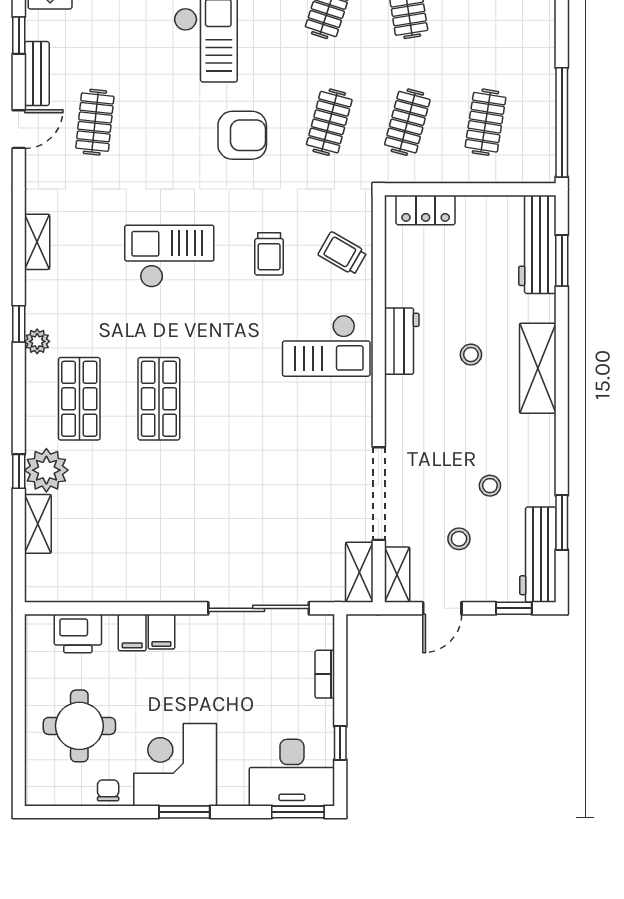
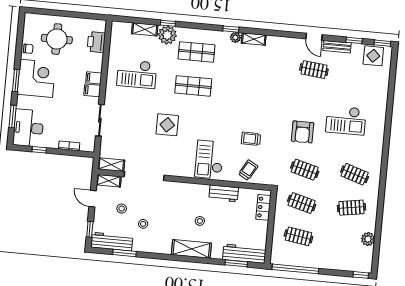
shelving: (37, 242) -> (254, 39), moved
checkout: (169, 256) -> (137, 74), moved, turned 90
plant: (37, 341) -> (235, 37), moved
workbench: (402, 341) -> (224, 193), moved
display table: (255, 451) -> (167, 125), added
sliding door: (259, 608) -> (100, 120), width x0.73
filing cabinet: (132, 633) -> (92, 90), moved
window: (298, 812) -> (13, 116), moved

